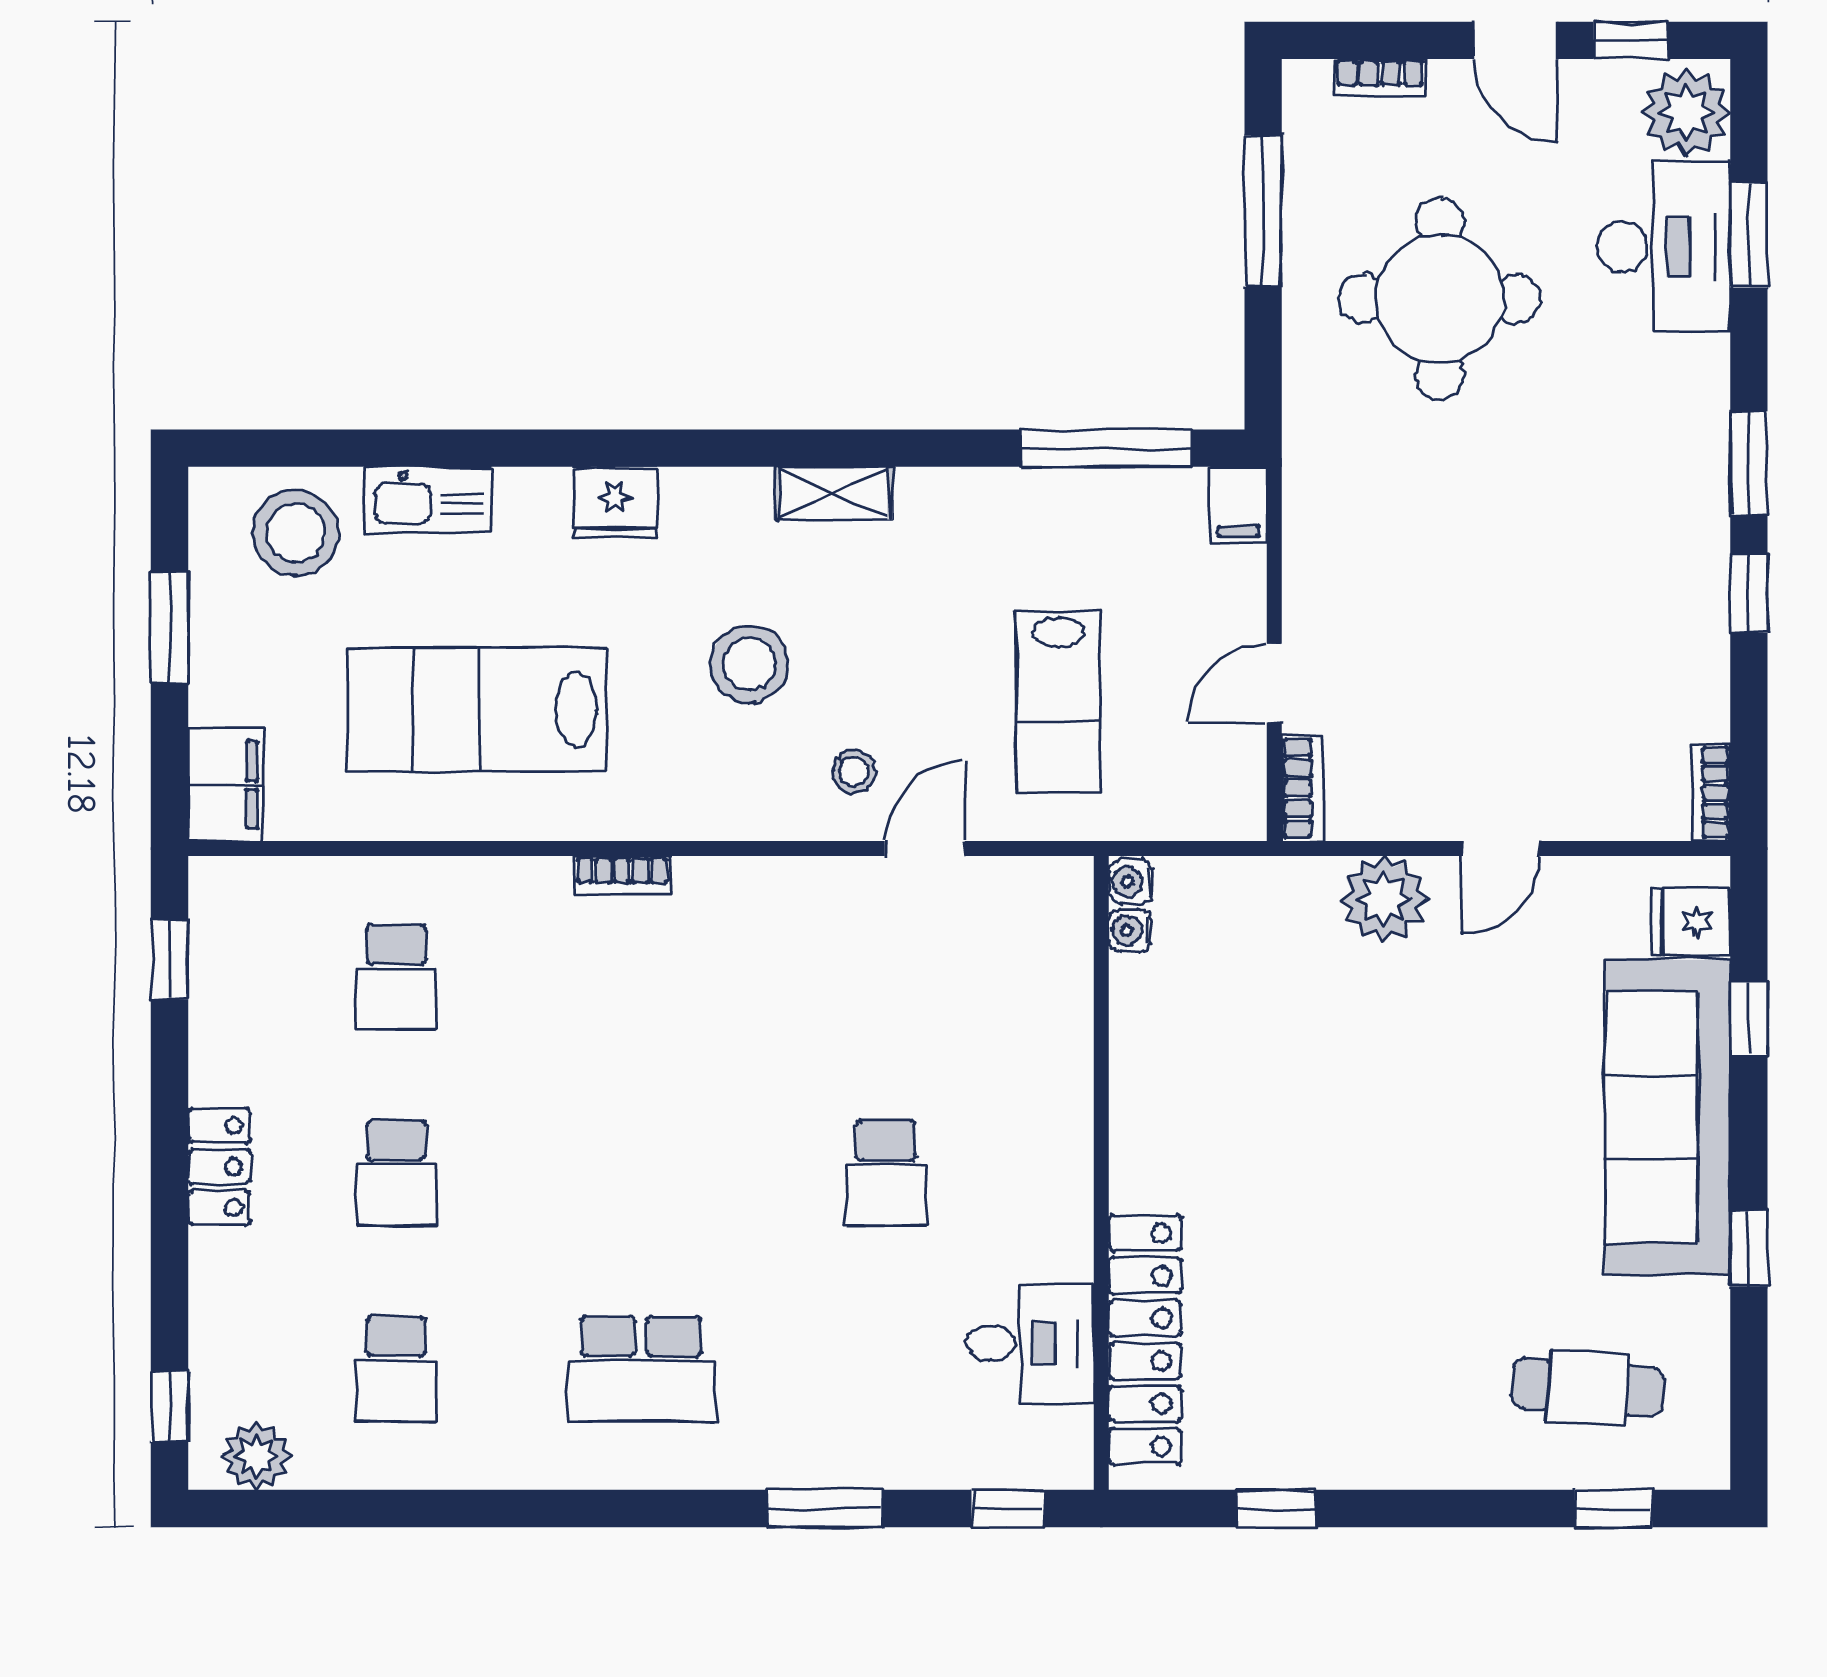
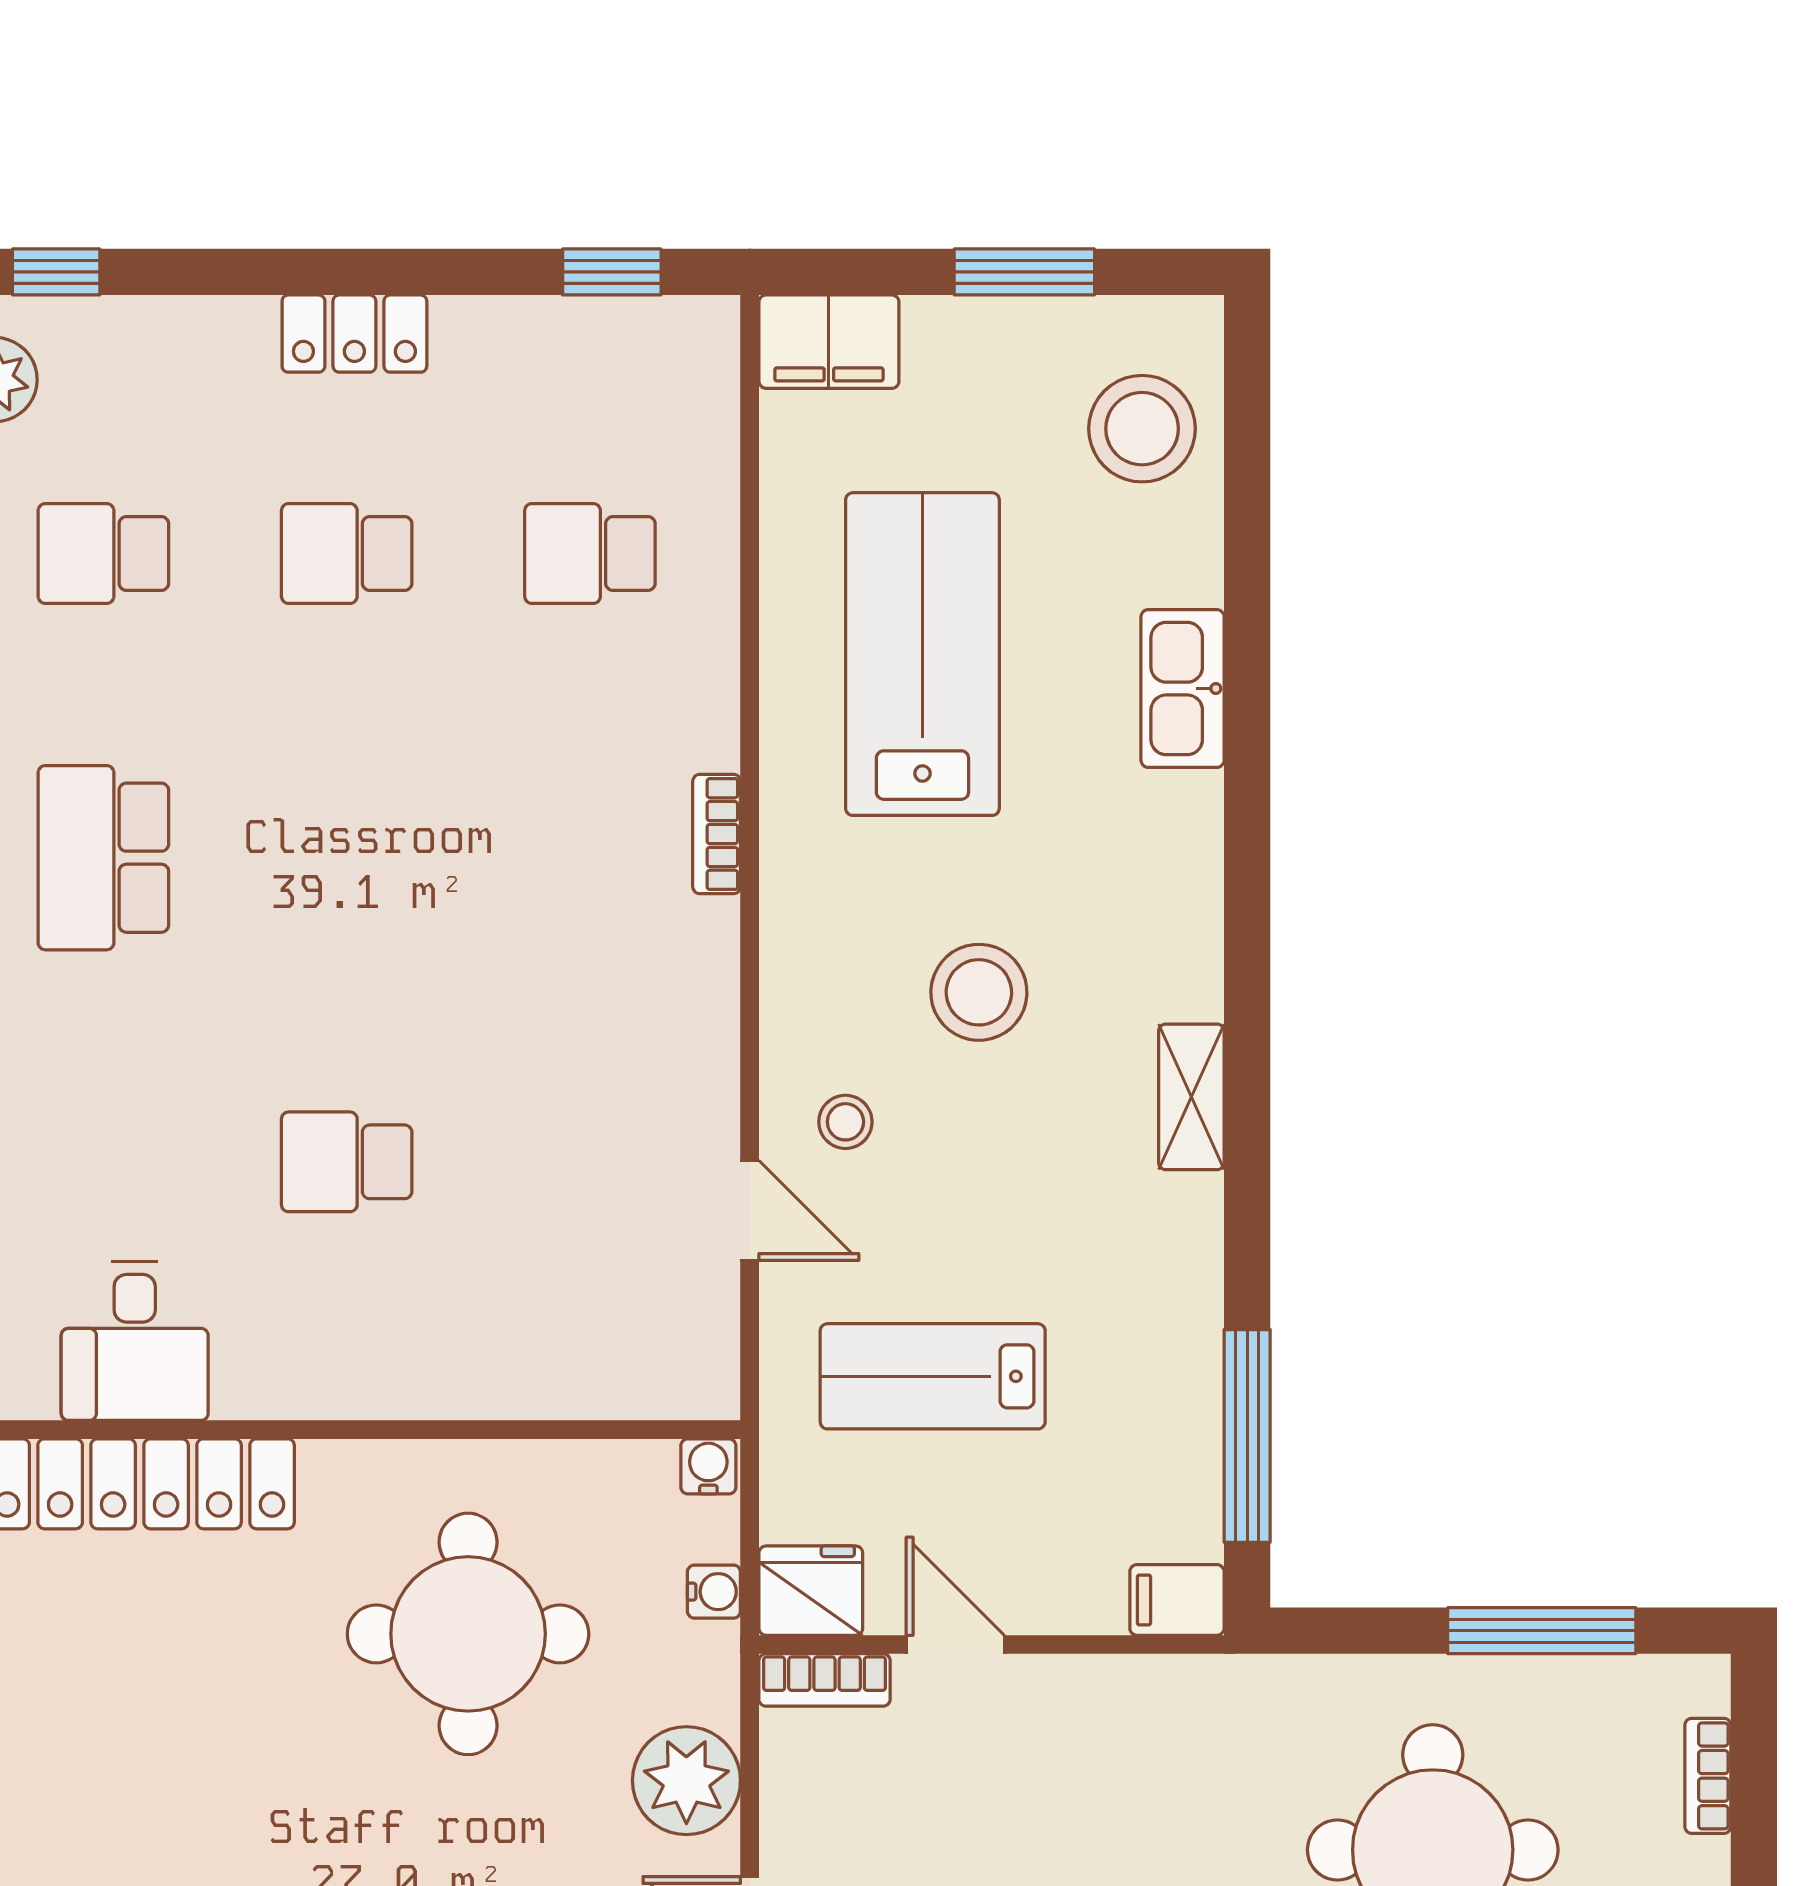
kitchen sink: (428, 500) -> (1183, 689), moved
fridge: (615, 503) -> (811, 1591), moved, turned 90
water cooler: (1130, 930) -> (714, 1592), moved, turned 90
round table: (1266, 1075) -> (468, 1634), added

